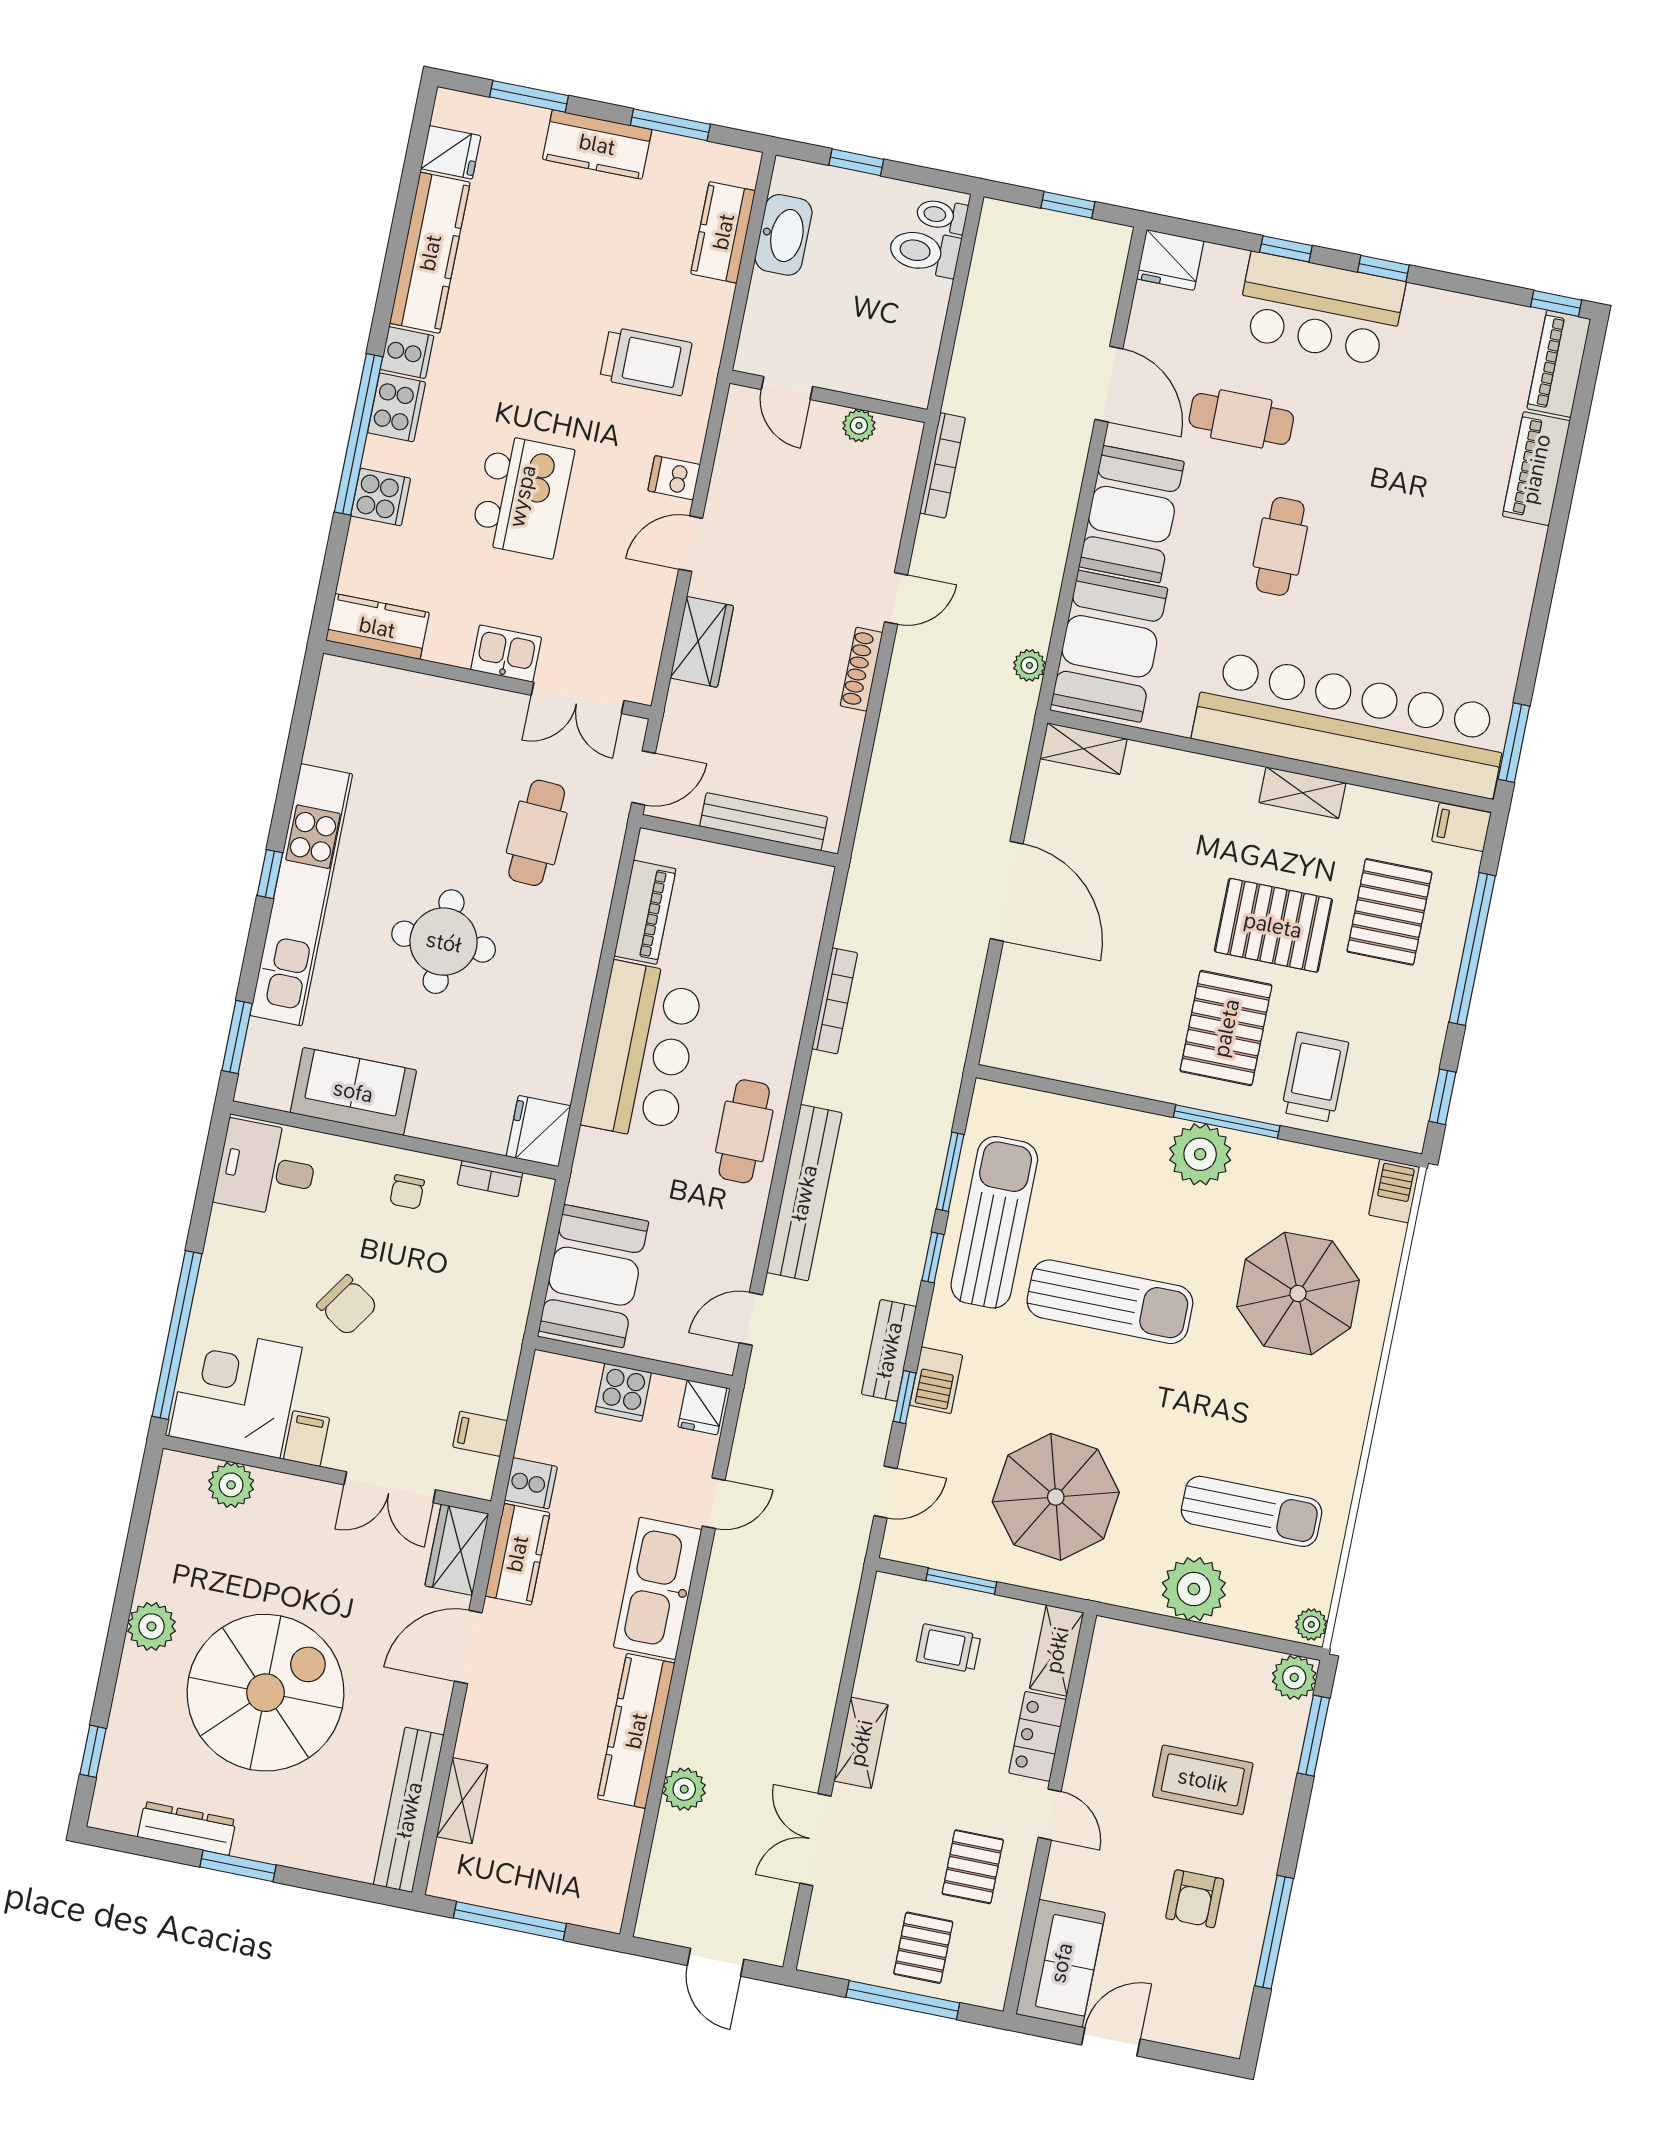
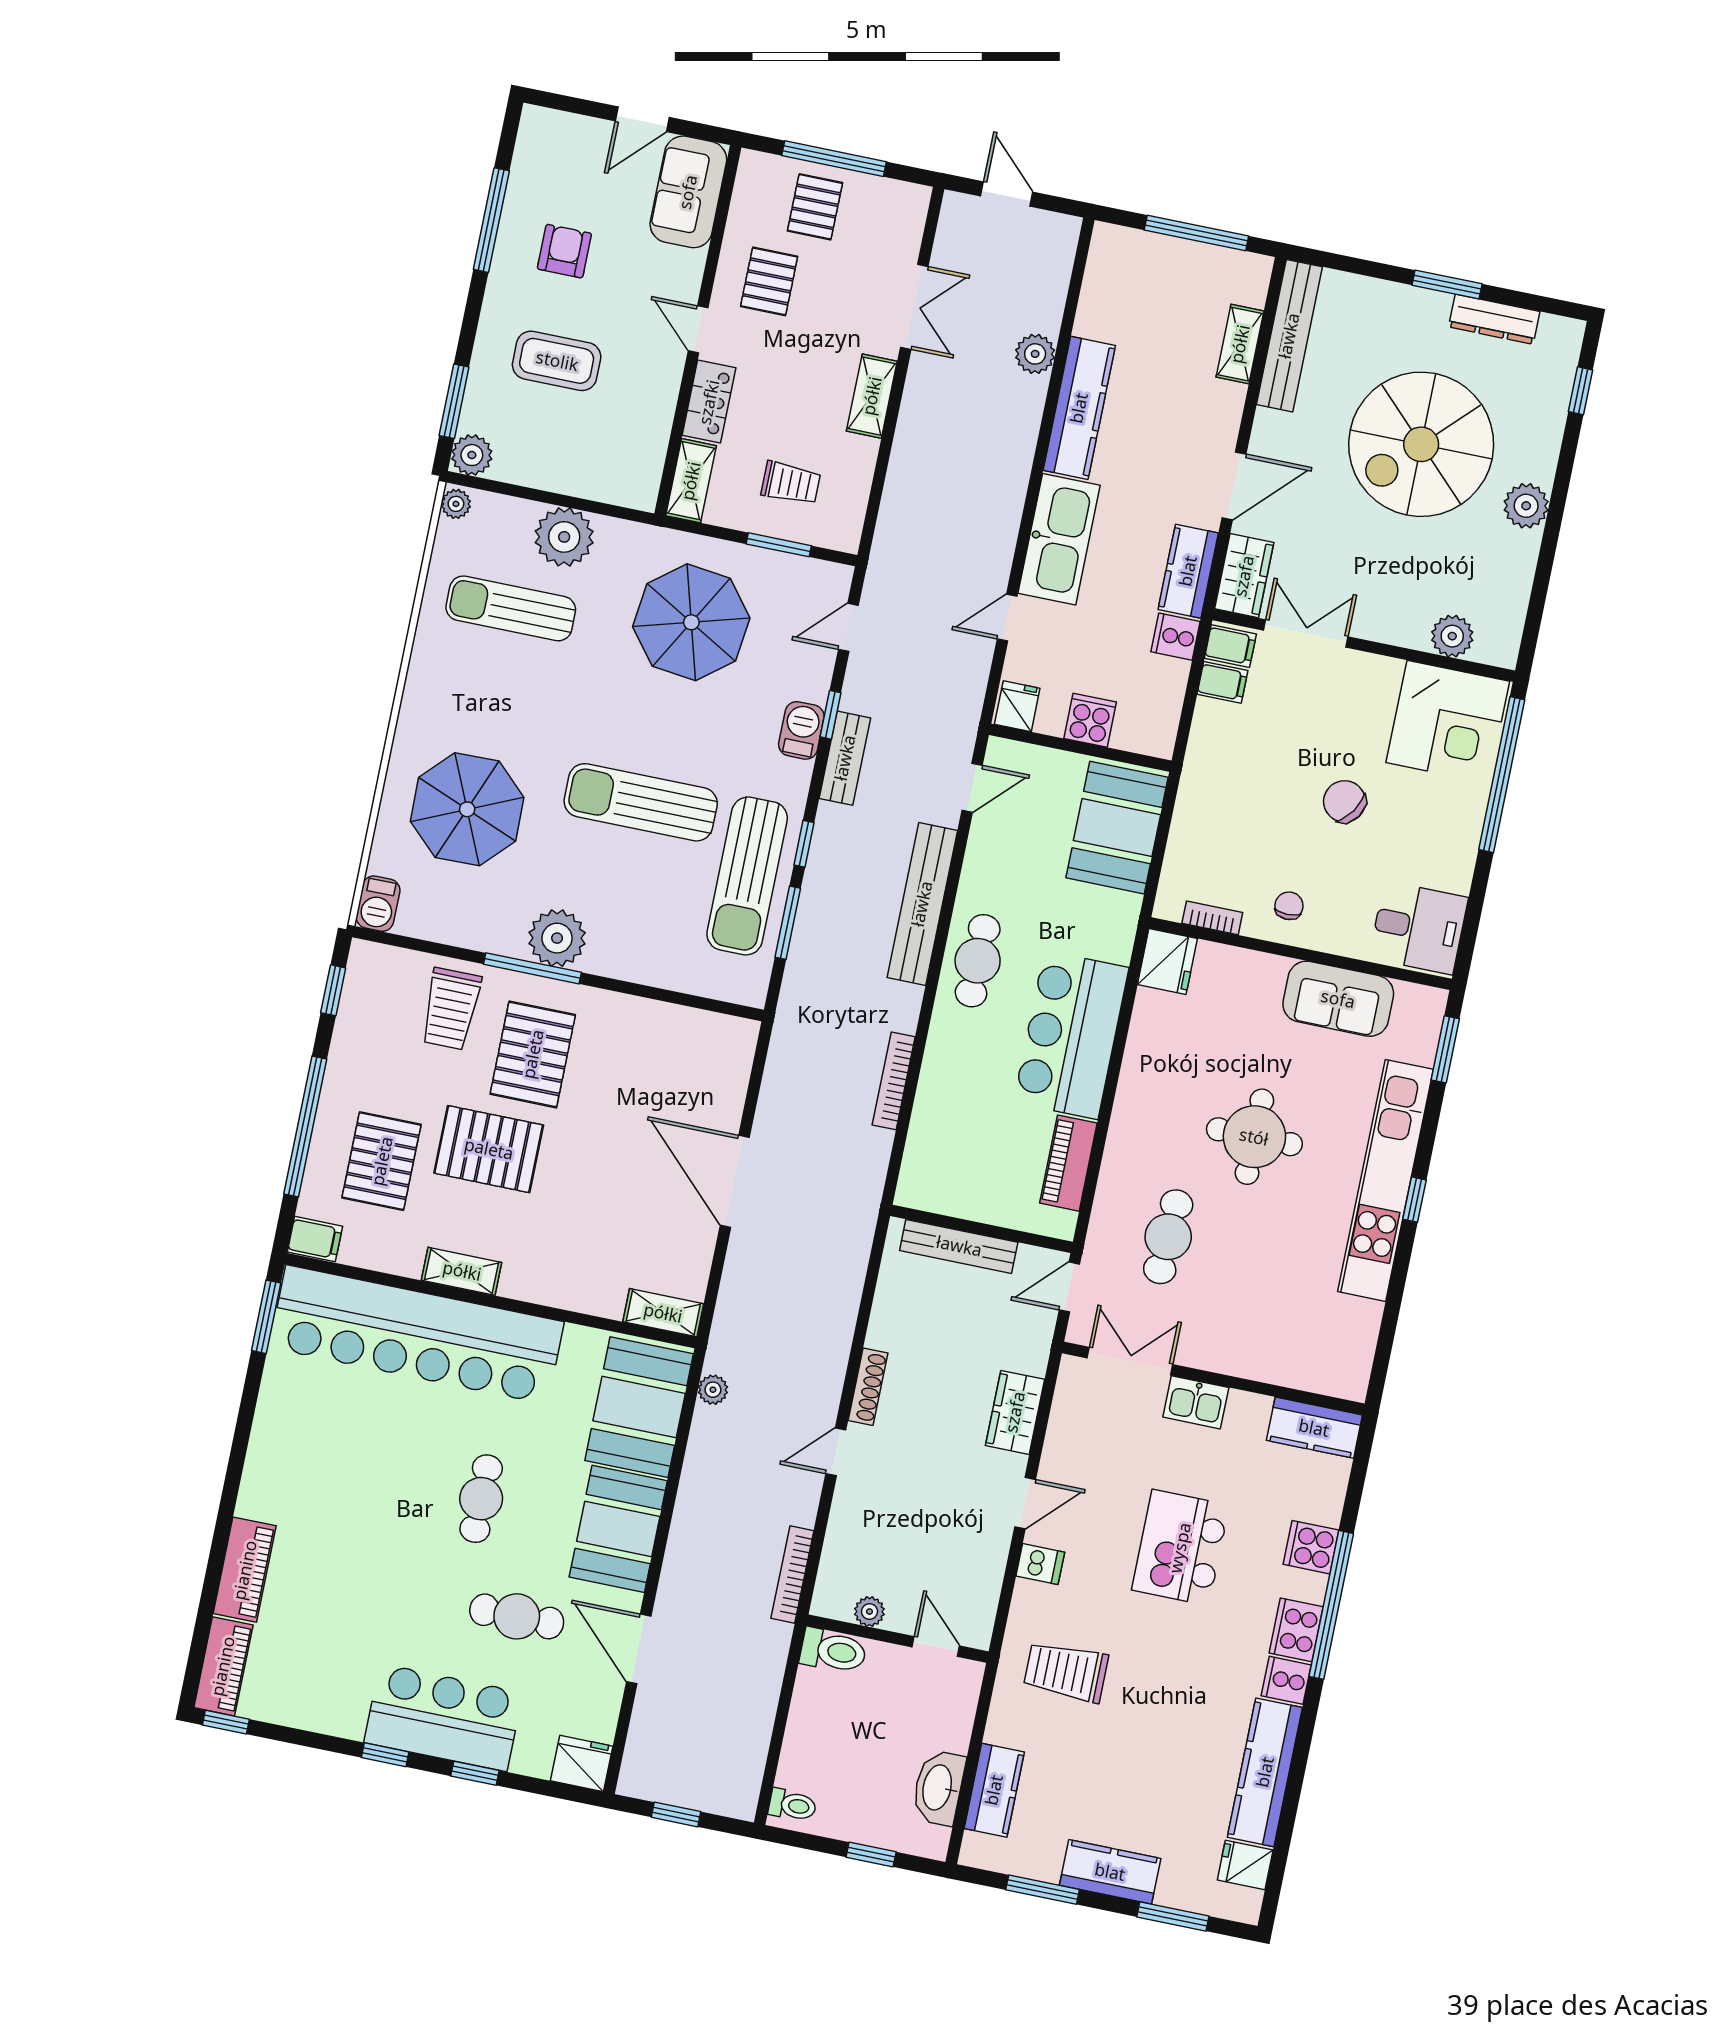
toilet: (924, 252) -> (833, 1651), moved
filing cabinet: (306, 1439) -> (1230, 646), moved, turned -90

